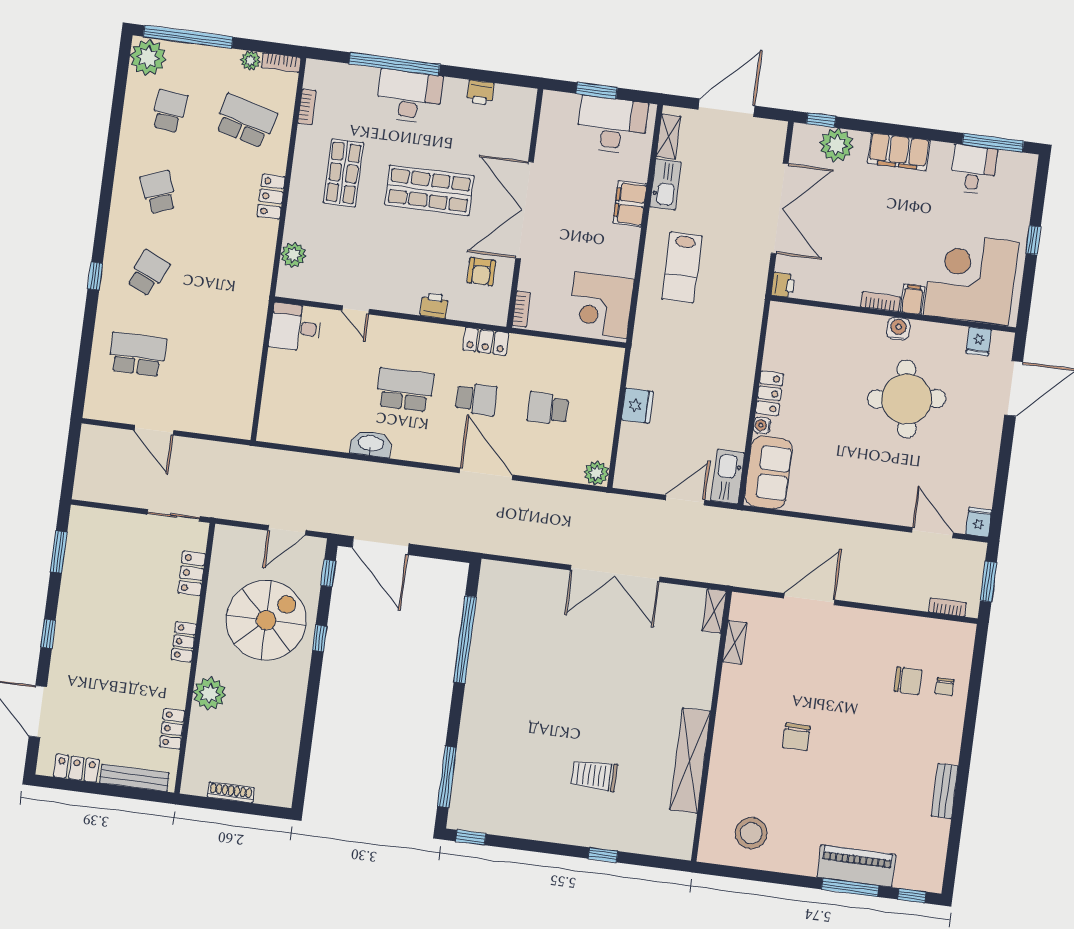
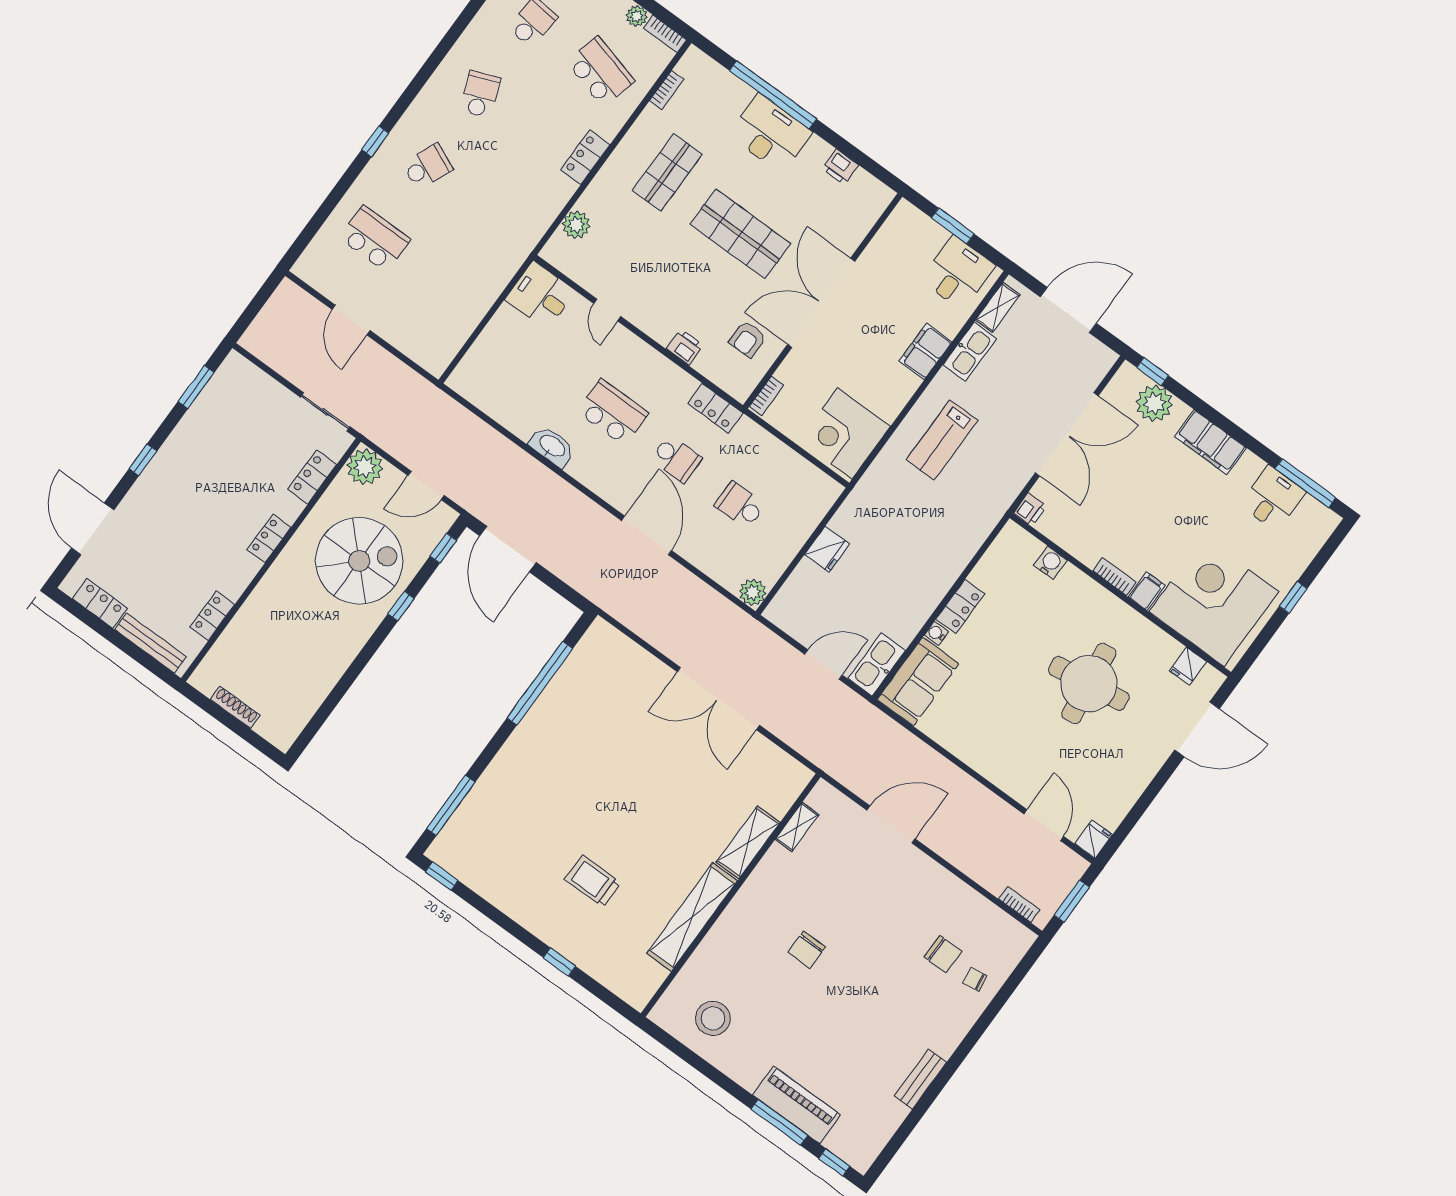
desk: (612, 125) -> (958, 273), width x0.73
water cooler: (898, 329) -> (1050, 563), moved
shelving: (714, 611) -> (748, 842), moved, width x1.50, depth x1.33
chair: (945, 687) -> (975, 979), turned 81
plant: (210, 694) -> (365, 467), moved

